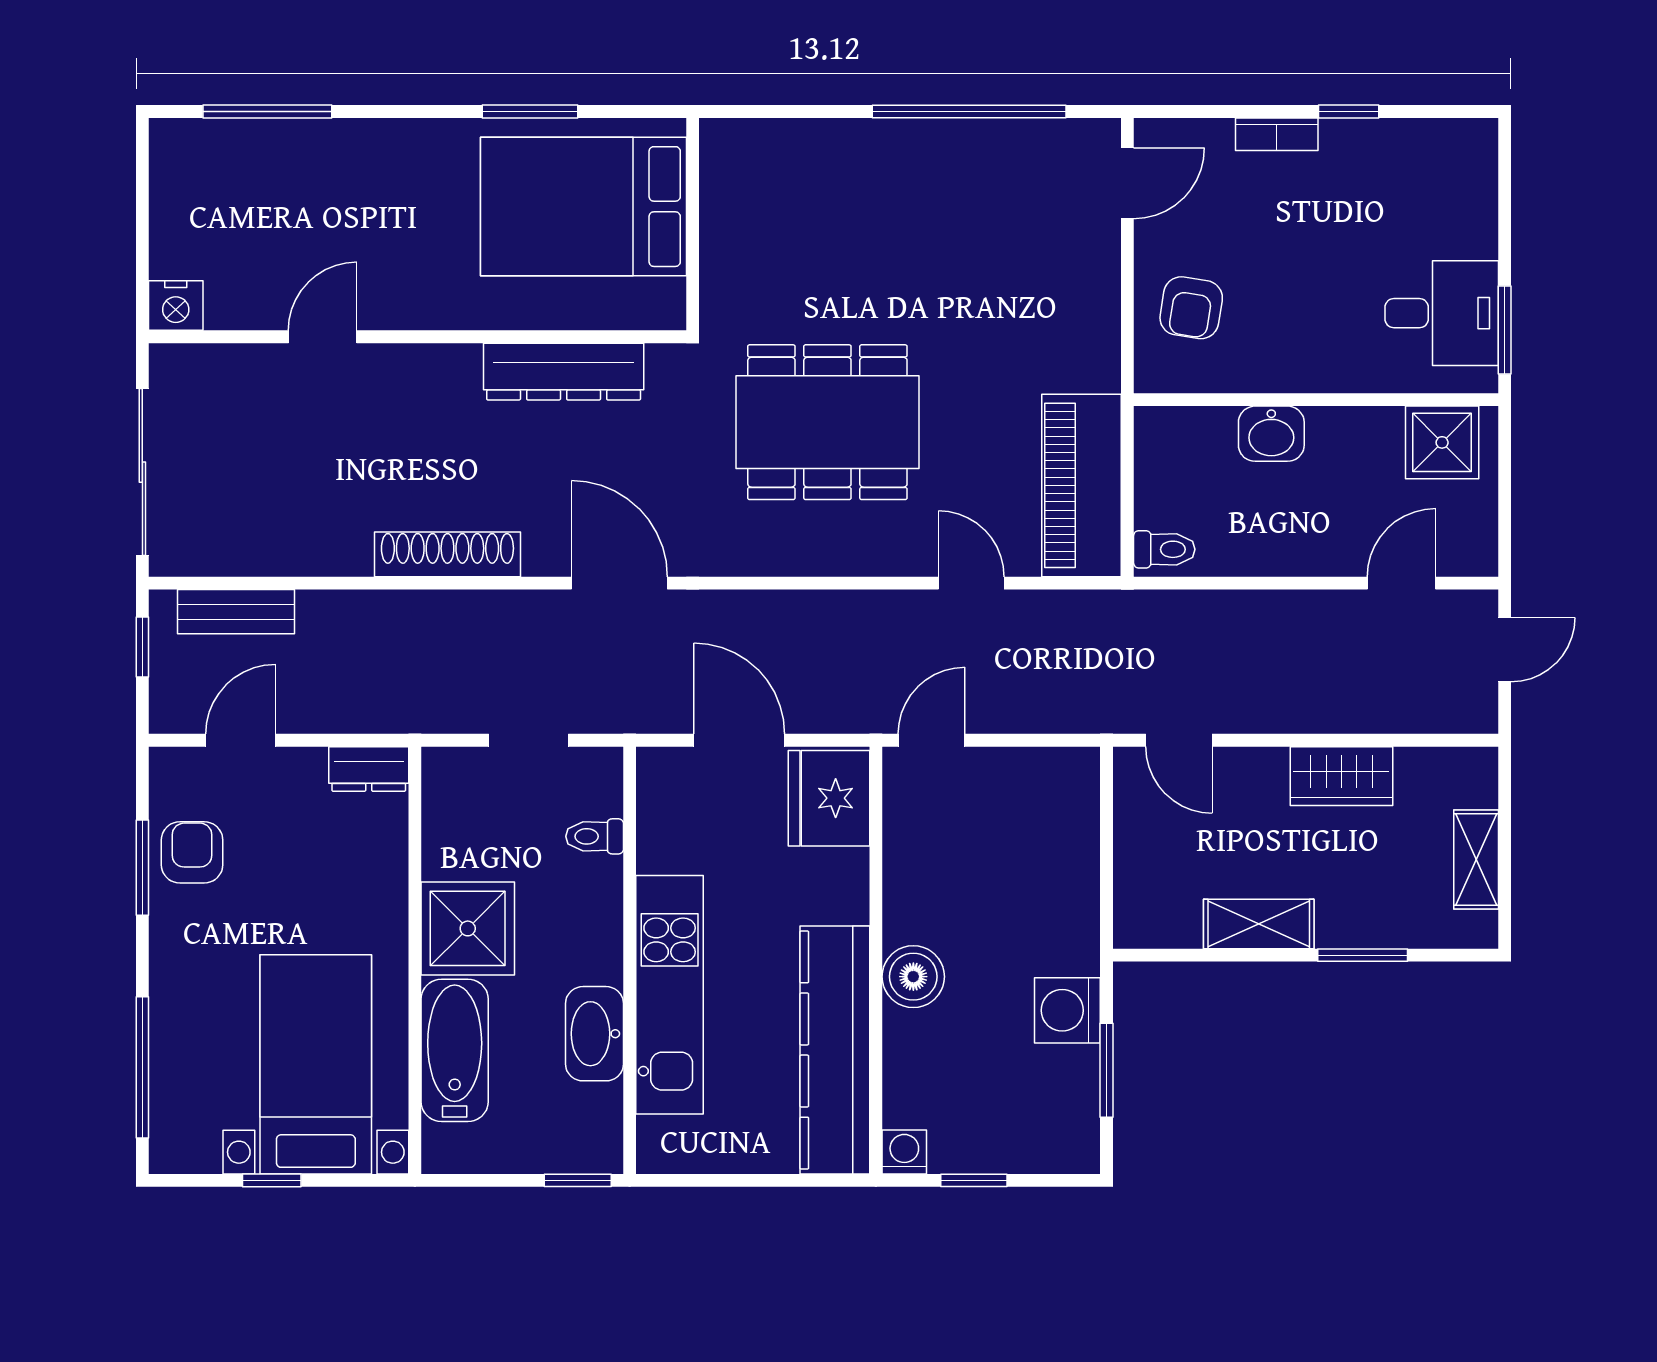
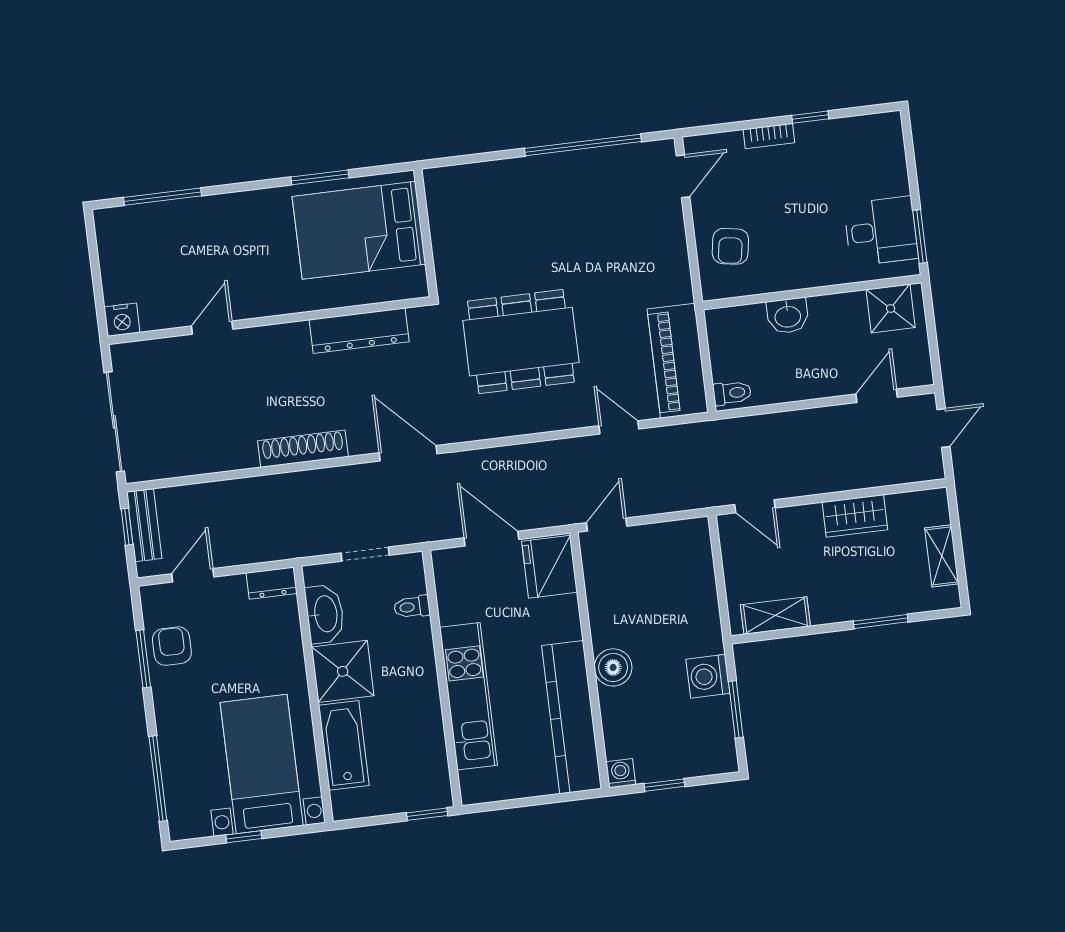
bench: (236, 612) -> (144, 525), moved, turned 90
shelving: (1259, 924) -> (775, 615), moved
washbasin: (594, 1034) -> (325, 614), moved, turned 180

